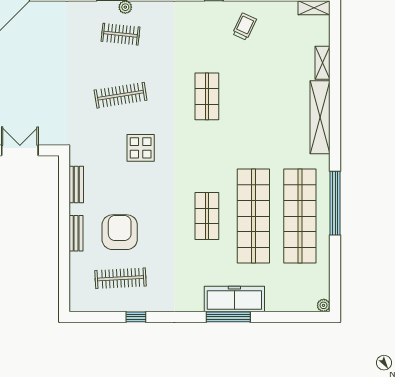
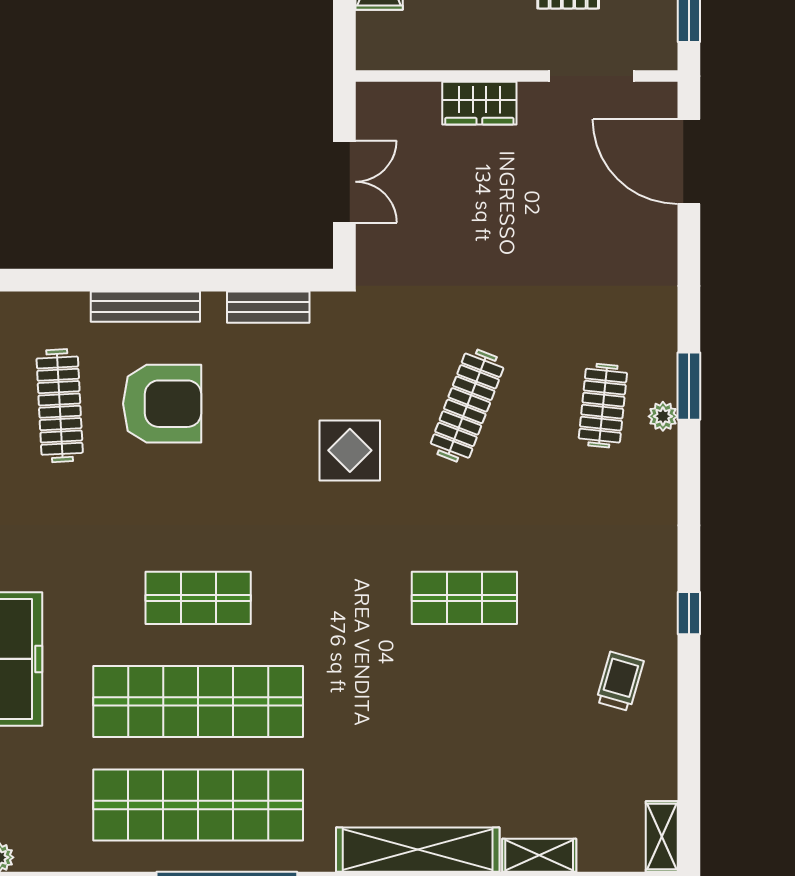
trolley: (244, 27) -> (620, 681), turned -99
clothes rail: (121, 95) -> (467, 406), turned 30
bench: (76, 233) -> (145, 307), width x1.36

